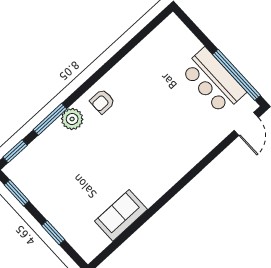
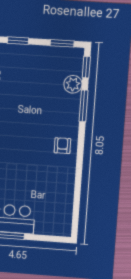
plant: (72, 119) -> (73, 84), moved

